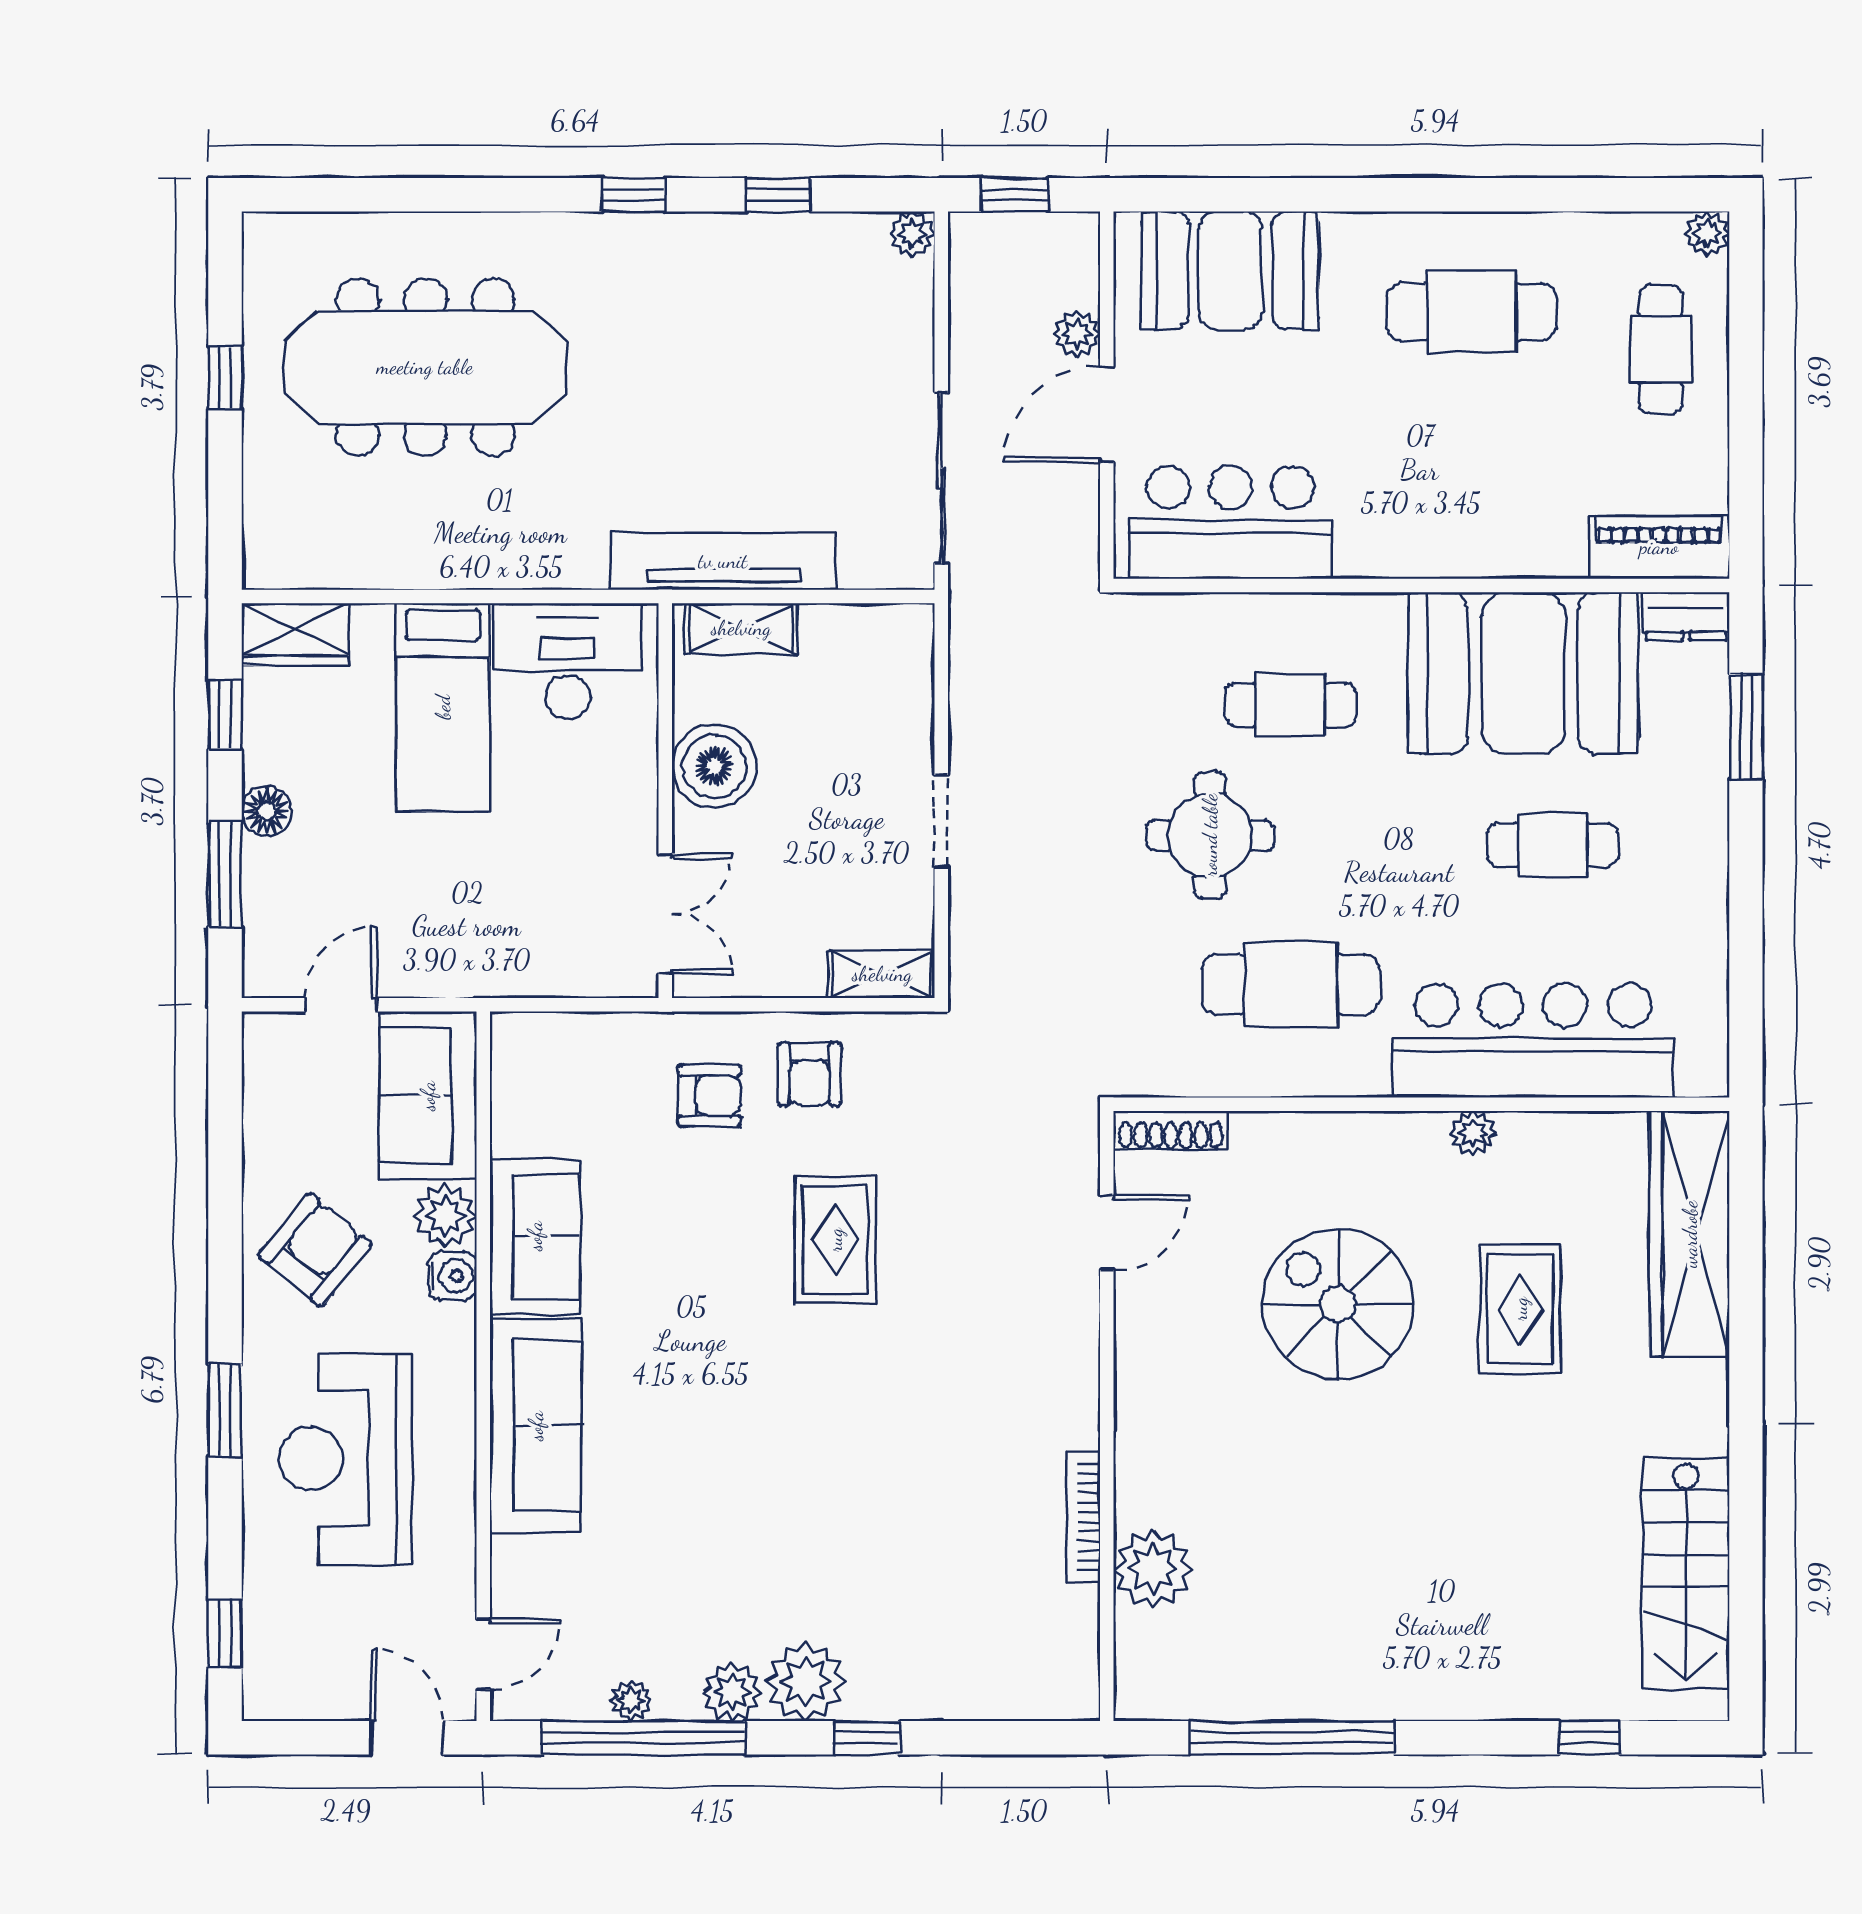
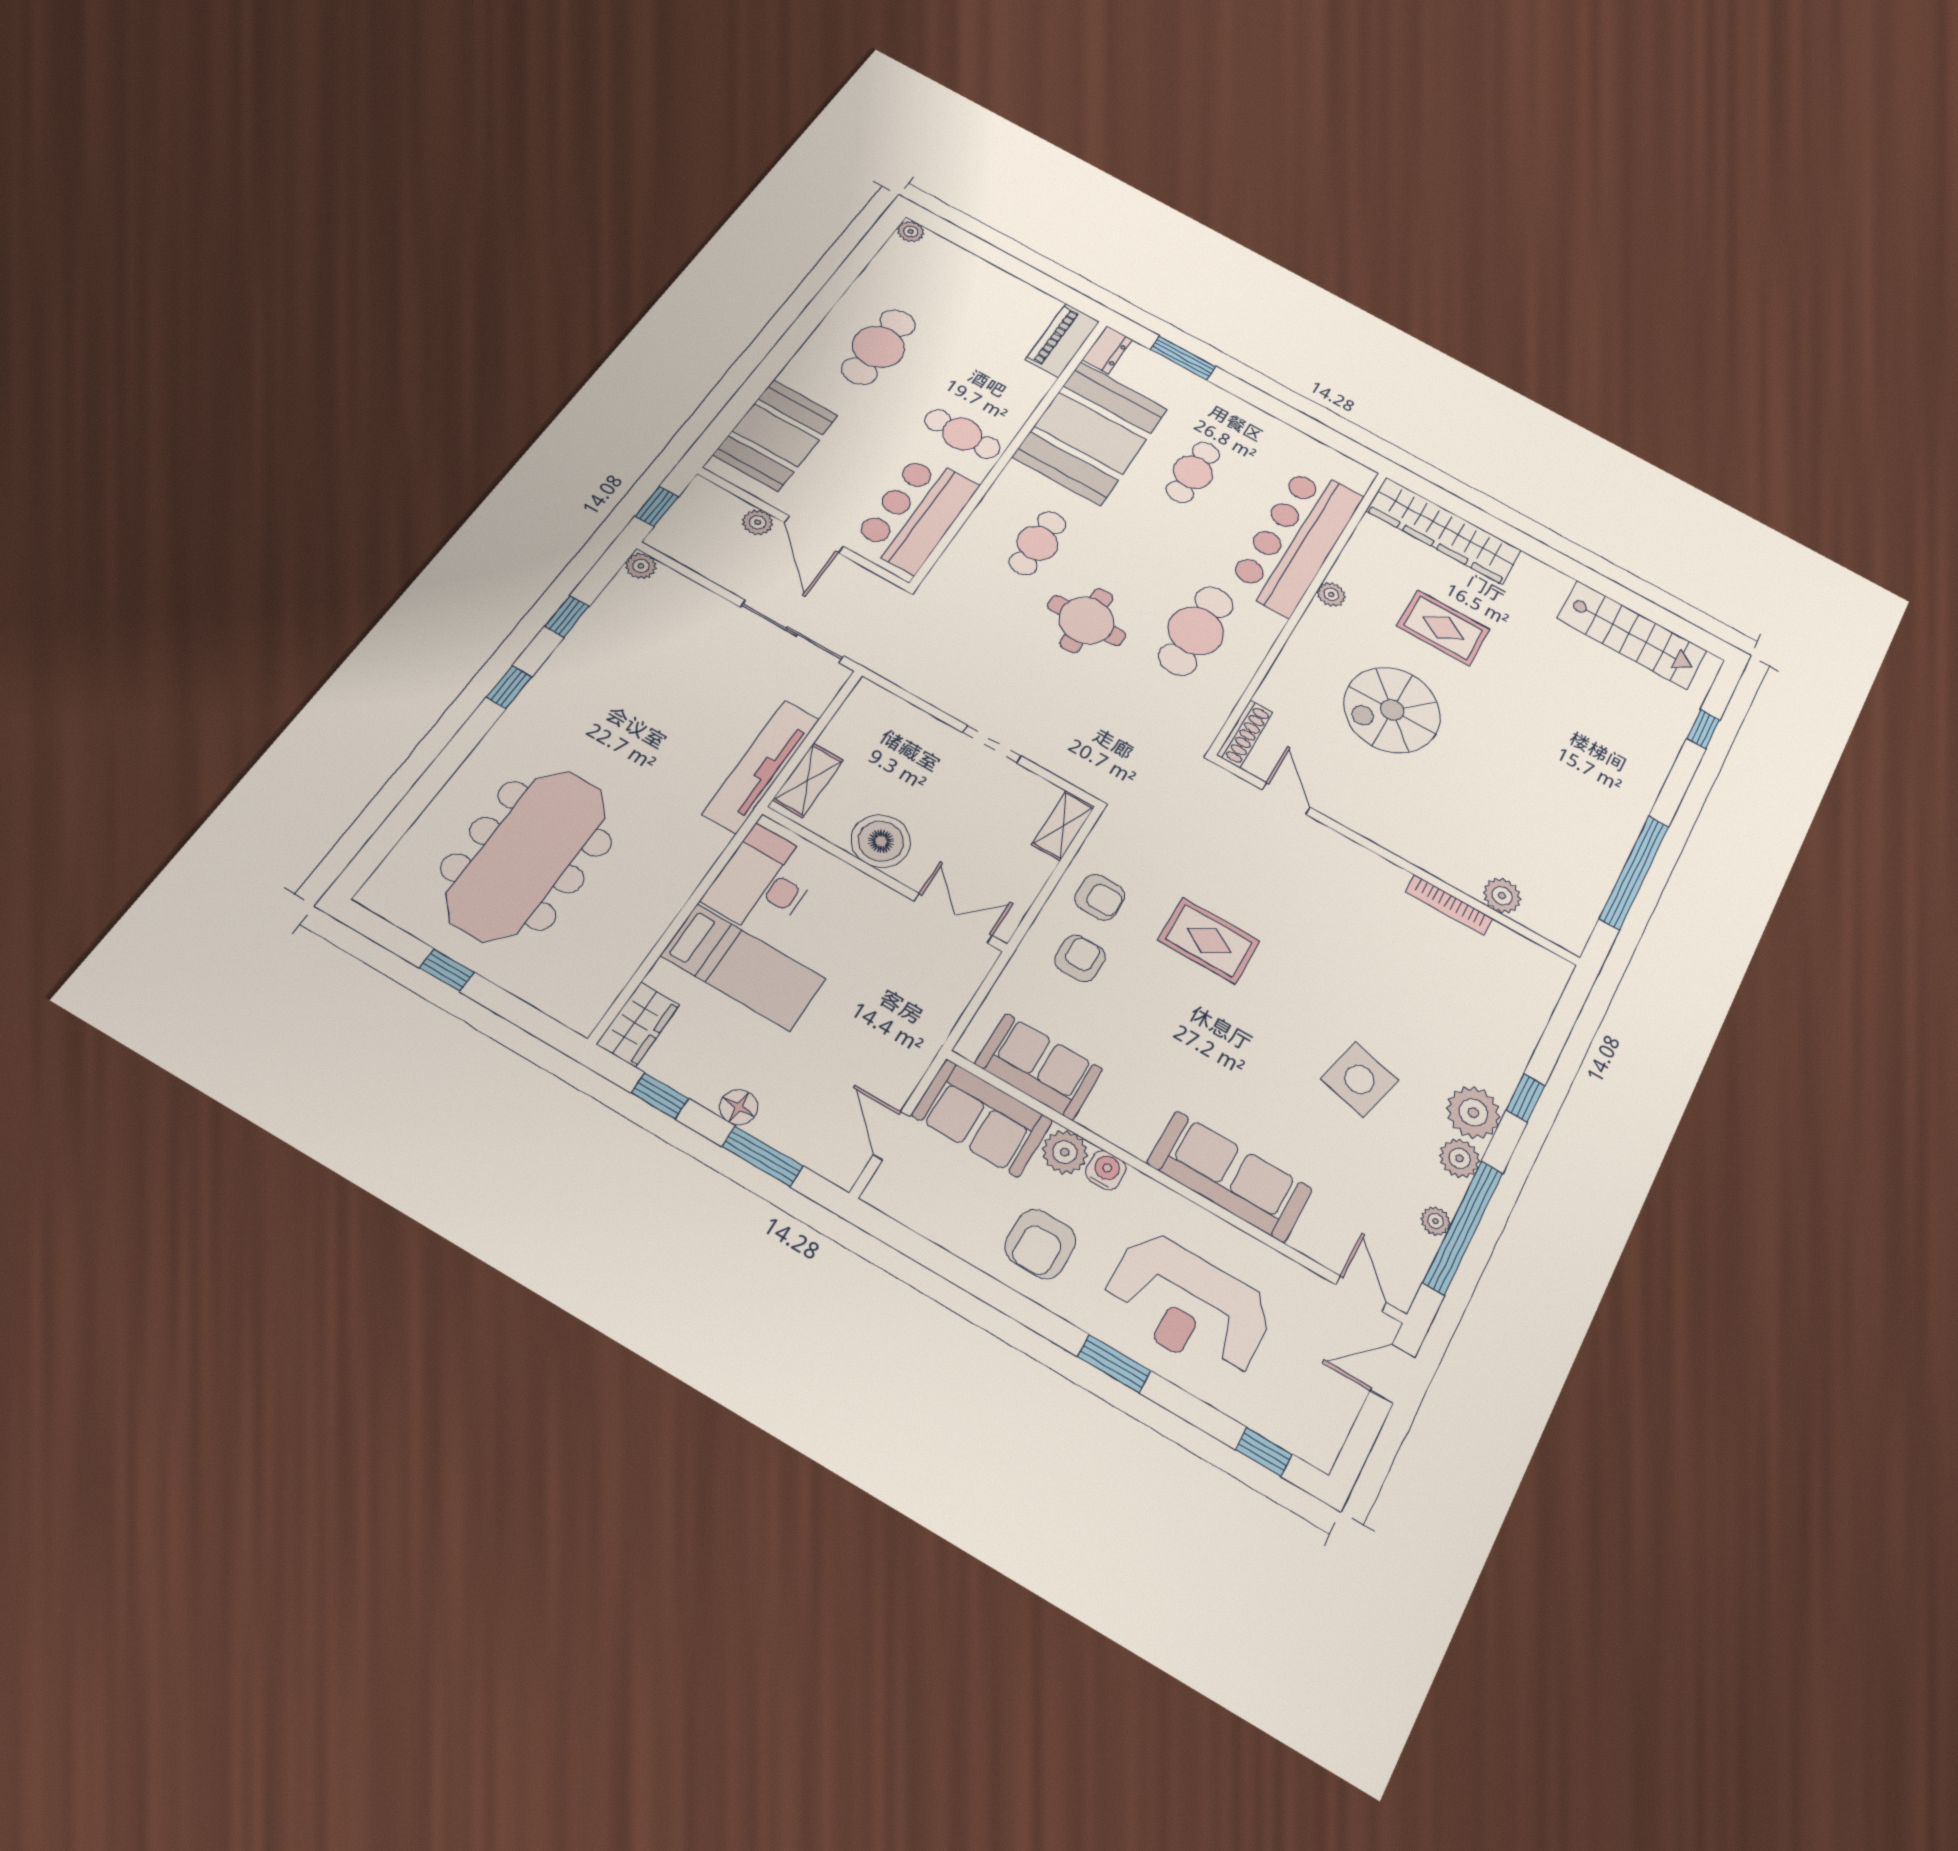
cafe table: (1661, 349) -> (962, 434), moved
sofa: (535, 1236) -> (1039, 1067), moved
armchair: (315, 1250) -> (1040, 1244), turned -129
side table: (762, 1520) -> (1359, 1079), added
plant: (1153, 1569) -> (1502, 896), width x0.73, depth x0.73

